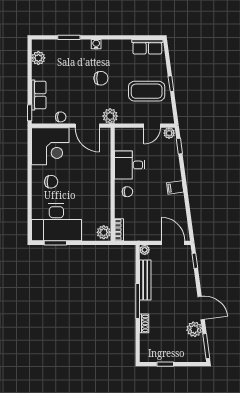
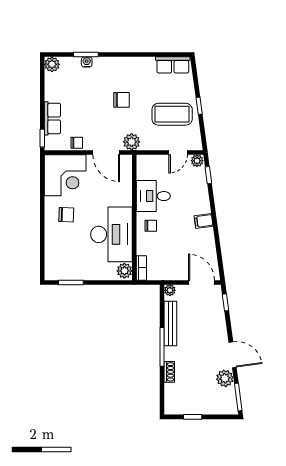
water cooler: (96, 44) -> (87, 62), moved
plant: (38, 58) -> (52, 64), moved
desk: (56, 222) -> (111, 234), moved, turned -90

